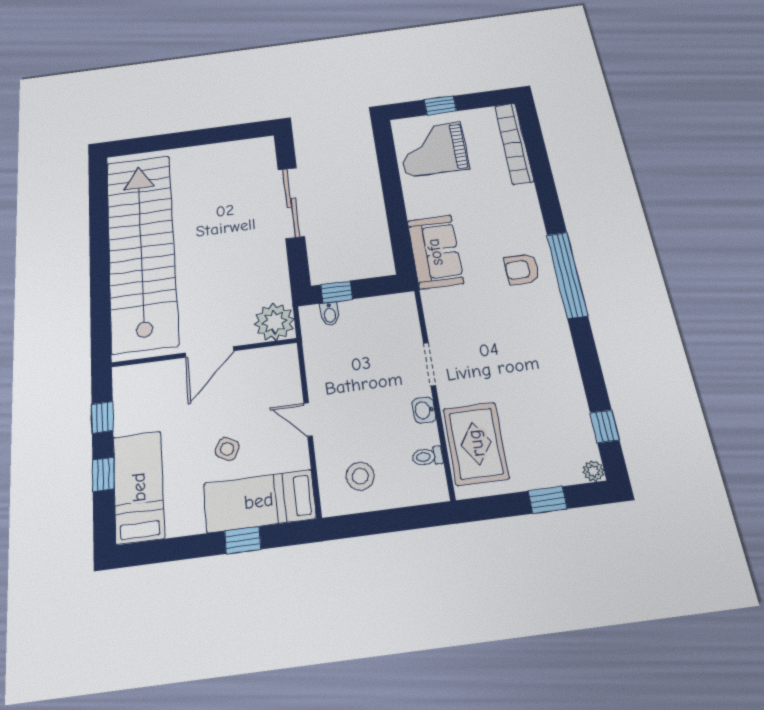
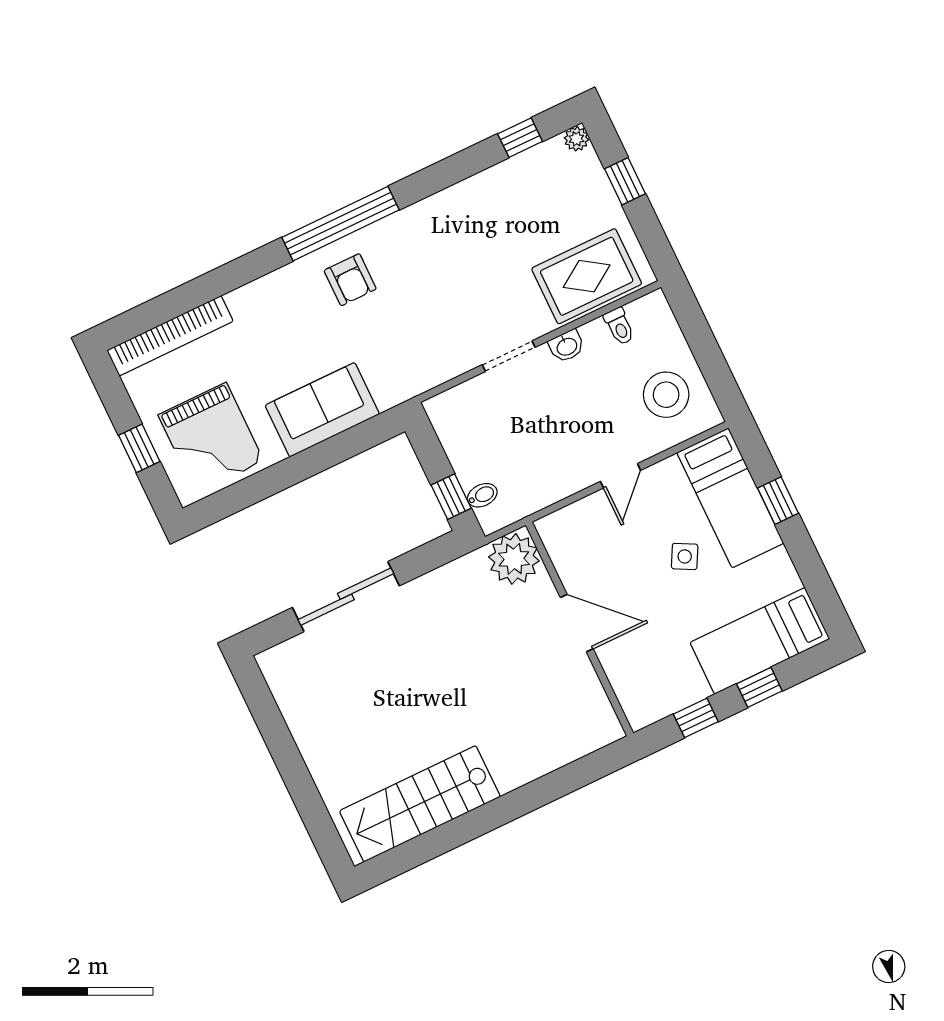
stairs: (141, 251) -> (420, 804), width x0.54, depth x0.66
sofa: (435, 252) -> (322, 410), moved
stool: (360, 476) -> (666, 395), width x1.38, depth x1.38

